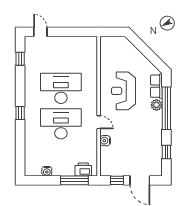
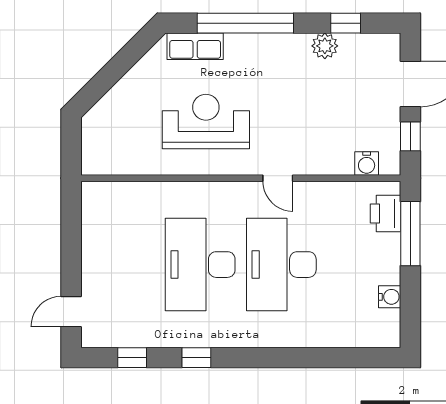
reception desk: (123, 91) -> (206, 121), turned 180
plant: (156, 105) -> (325, 46), moved
window: (20, 113) -> (196, 358), moved
door: (99, 122) -> (278, 178), swing flipped
water cooler: (105, 141) -> (367, 163), moved

